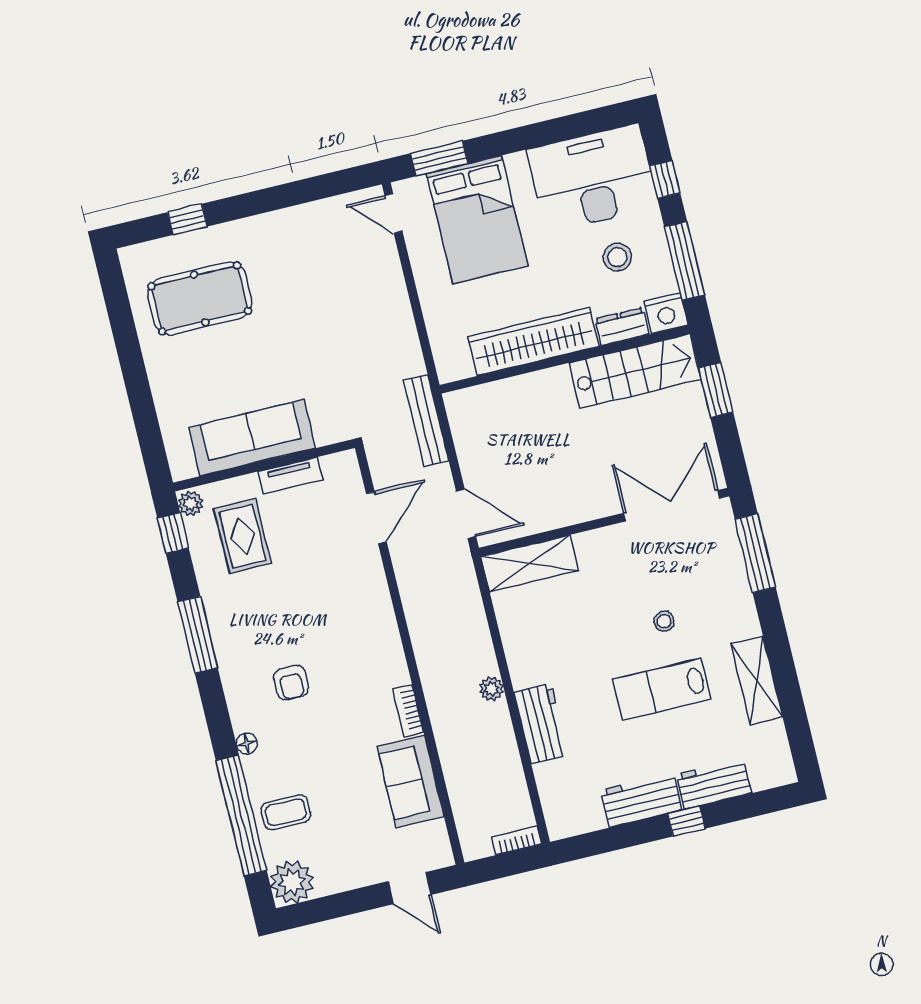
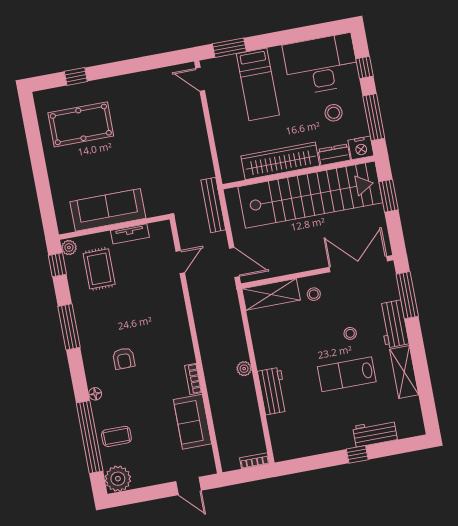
bed: (477, 220) -> (258, 84), width x0.67
stairs: (635, 371) -> (310, 195), width x1.86, depth x1.51
door: (376, 518) -> (180, 262), width x0.73
stool: (600, 559) -> (314, 294), added
workbench: (641, 800) -> (394, 324), moved, turned -90

